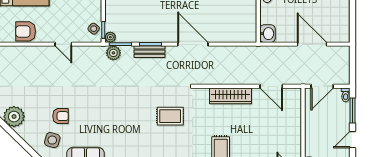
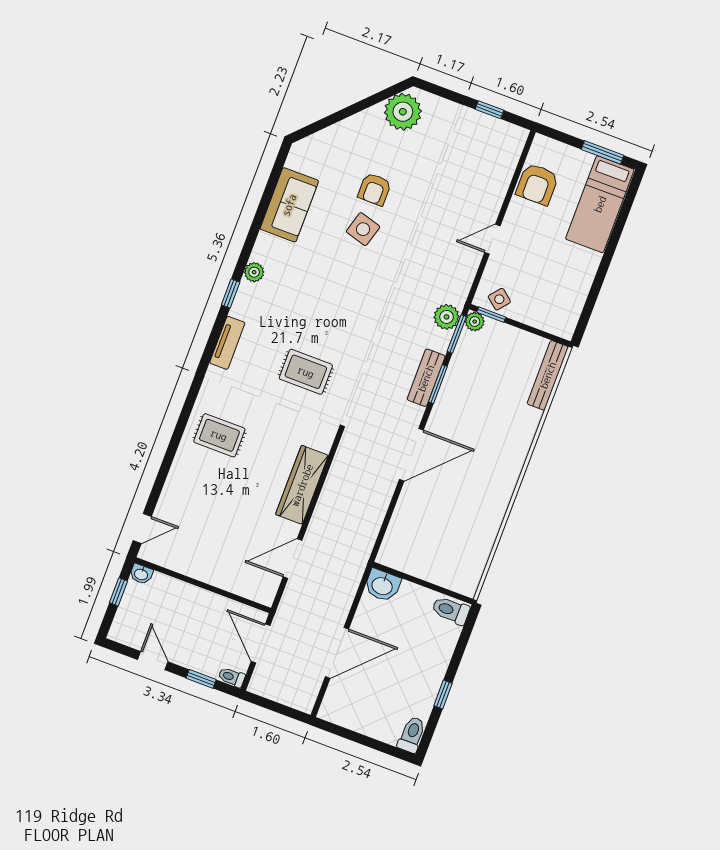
armchair: (26, 31) -> (537, 184), turned 180
window: (353, 110) -> (201, 679), width x0.67
rug: (170, 116) -> (306, 372), turned 90
side table: (52, 140) -> (363, 229), moved

